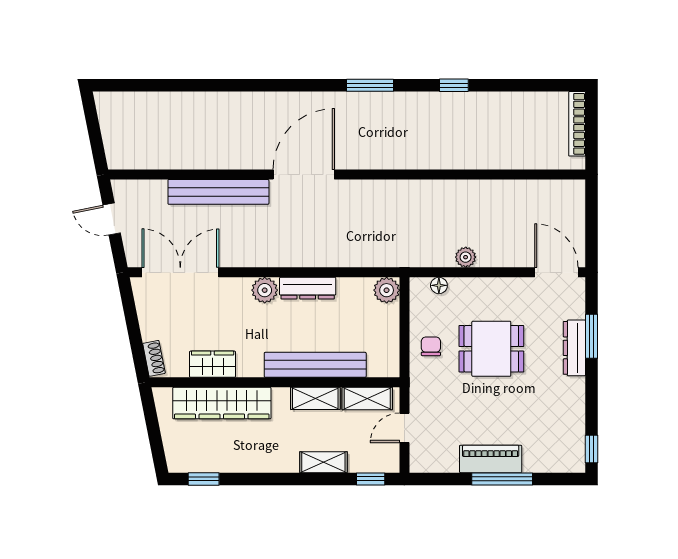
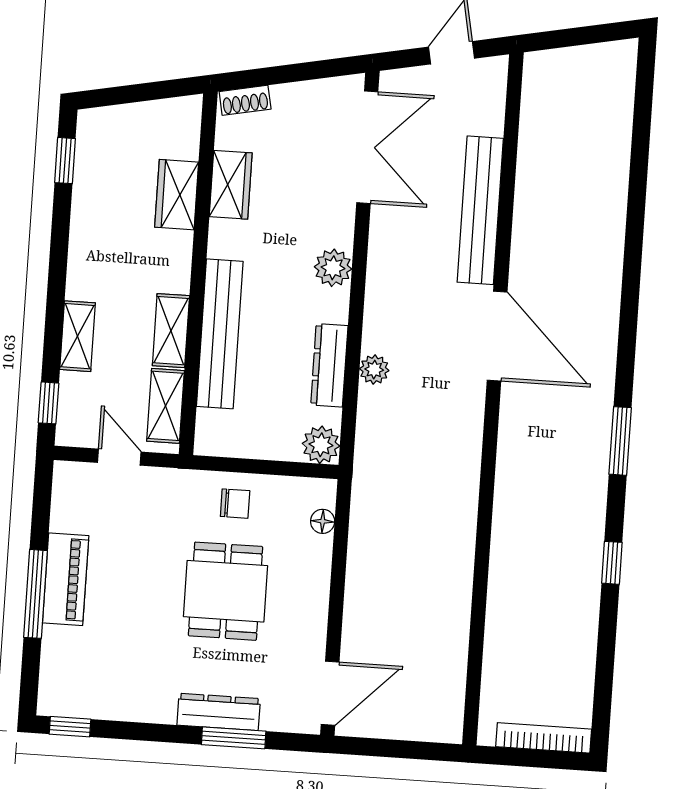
plant: (466, 257) -> (374, 370), moved
dresser: (308, 288) -> (329, 365), moved
wardrobe: (222, 403) -> (177, 195), width x0.48, depth x0.85

